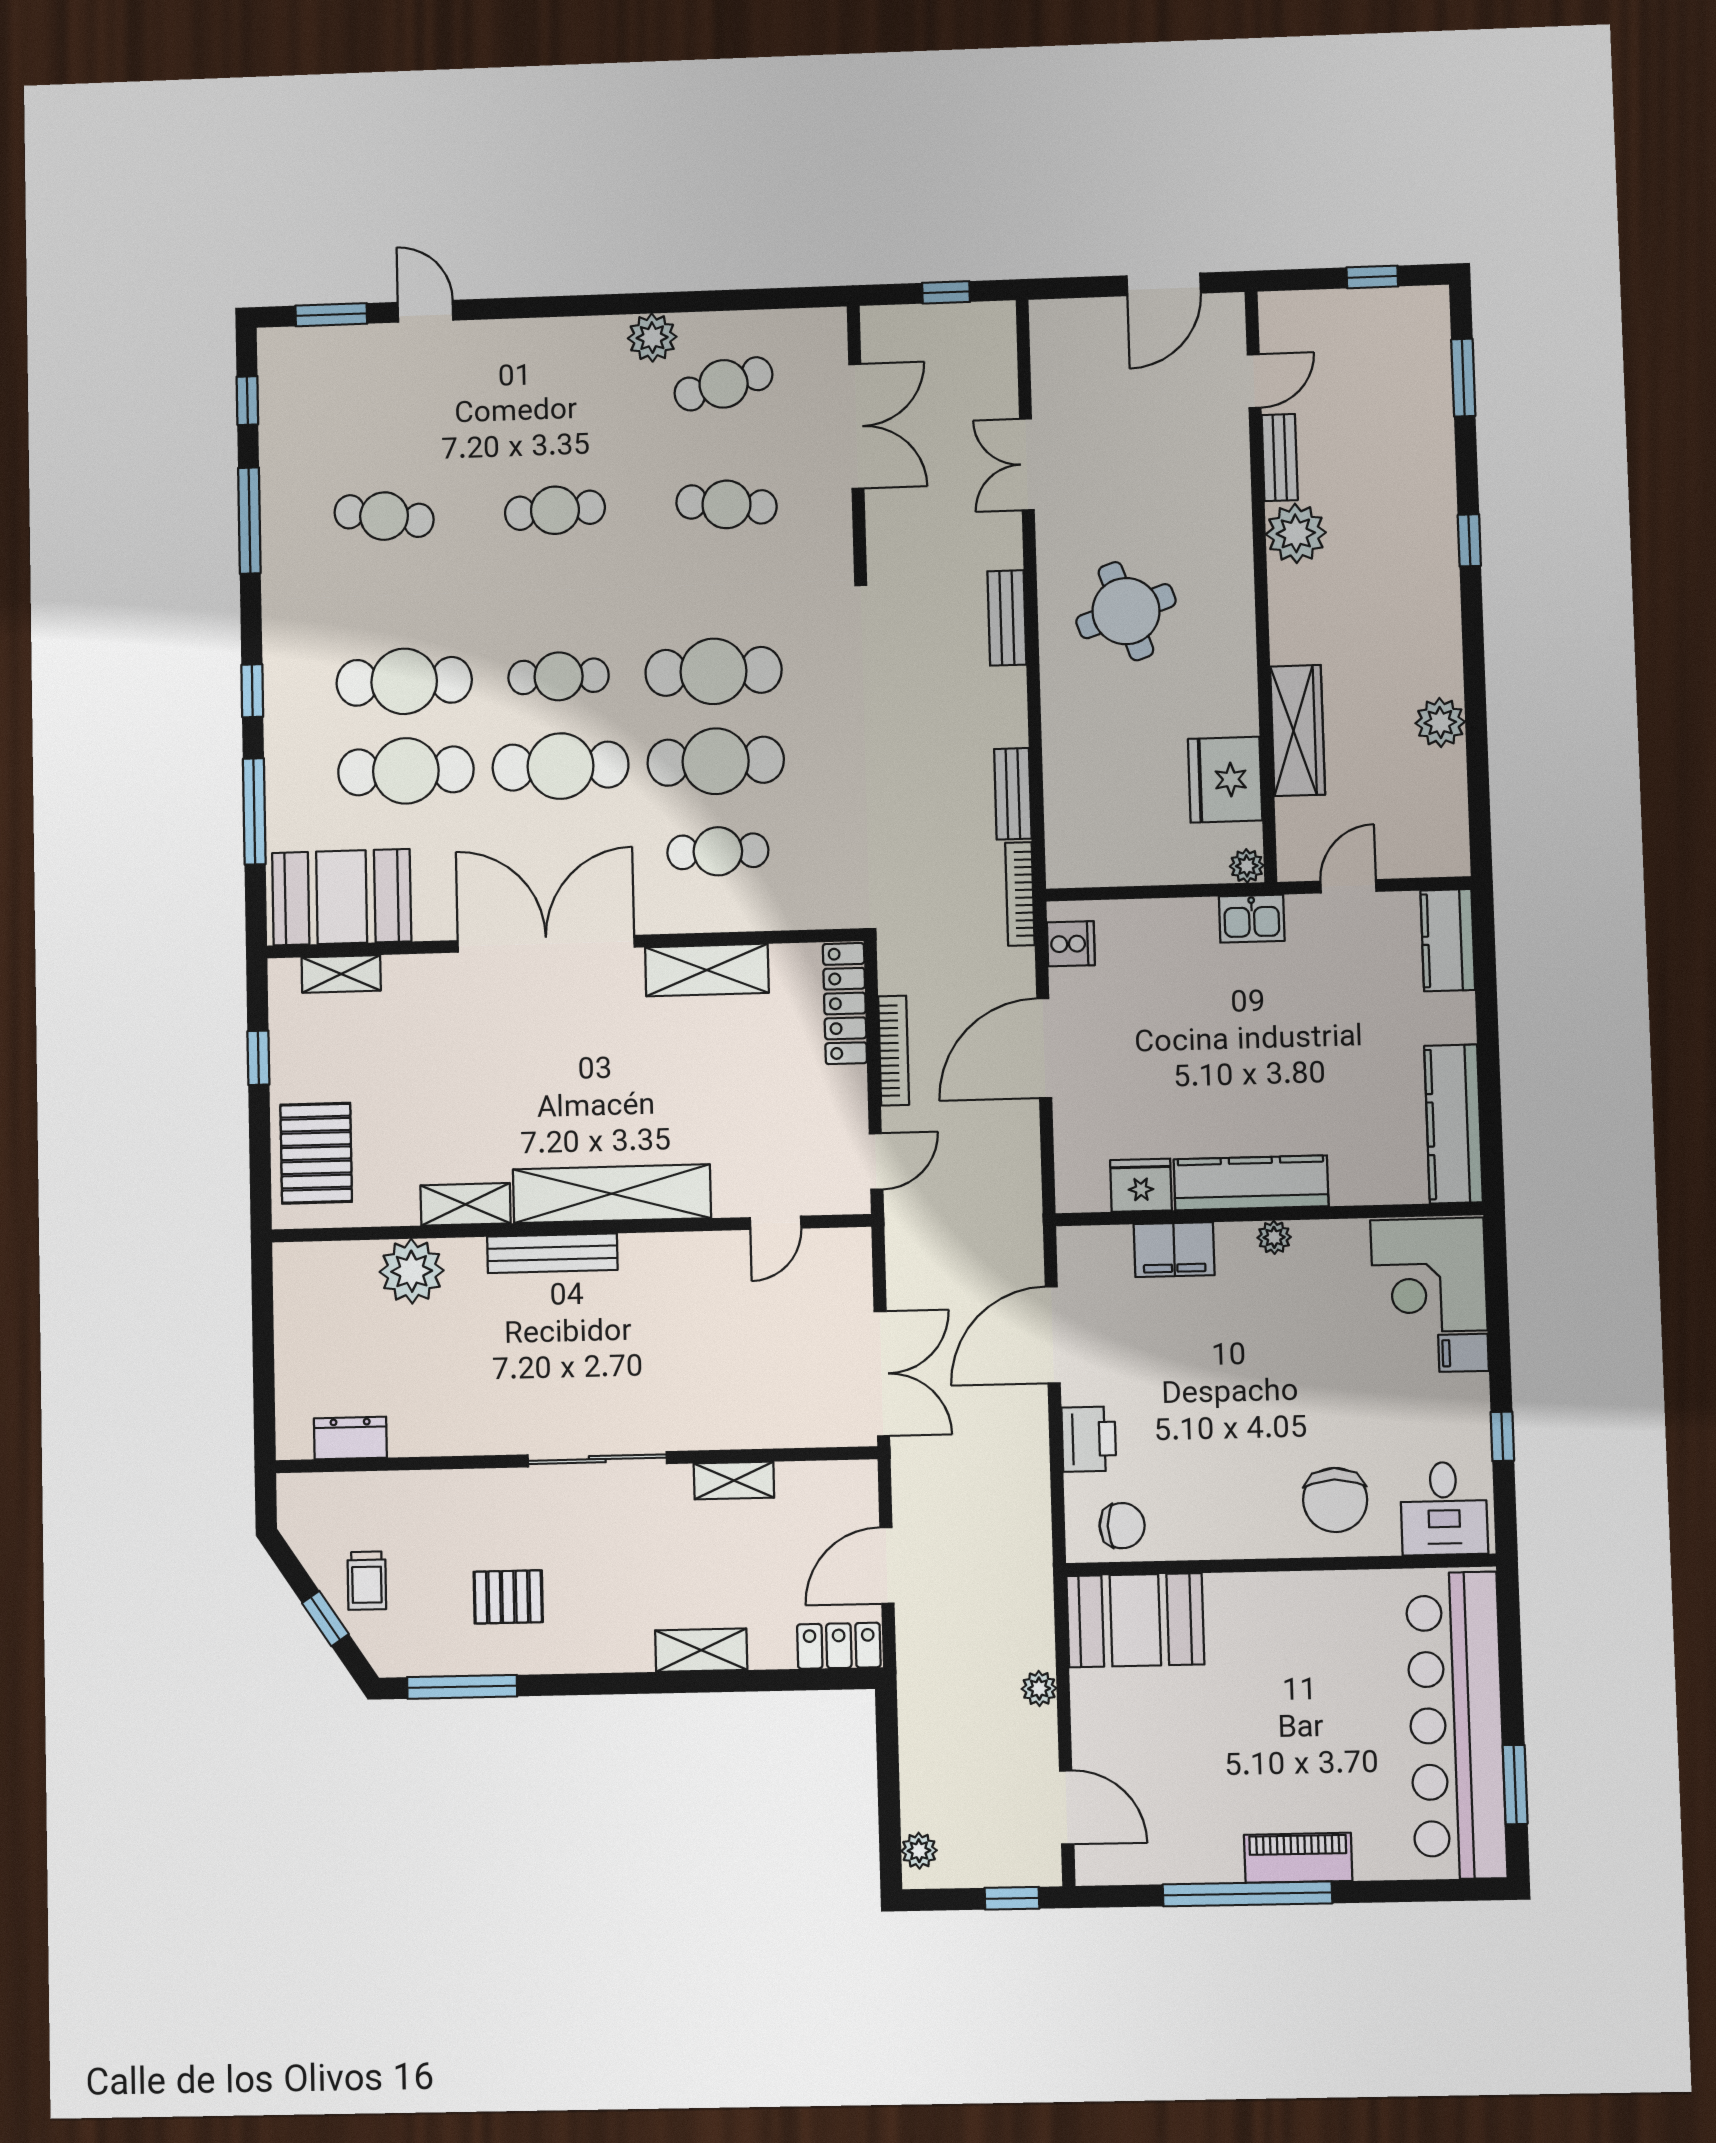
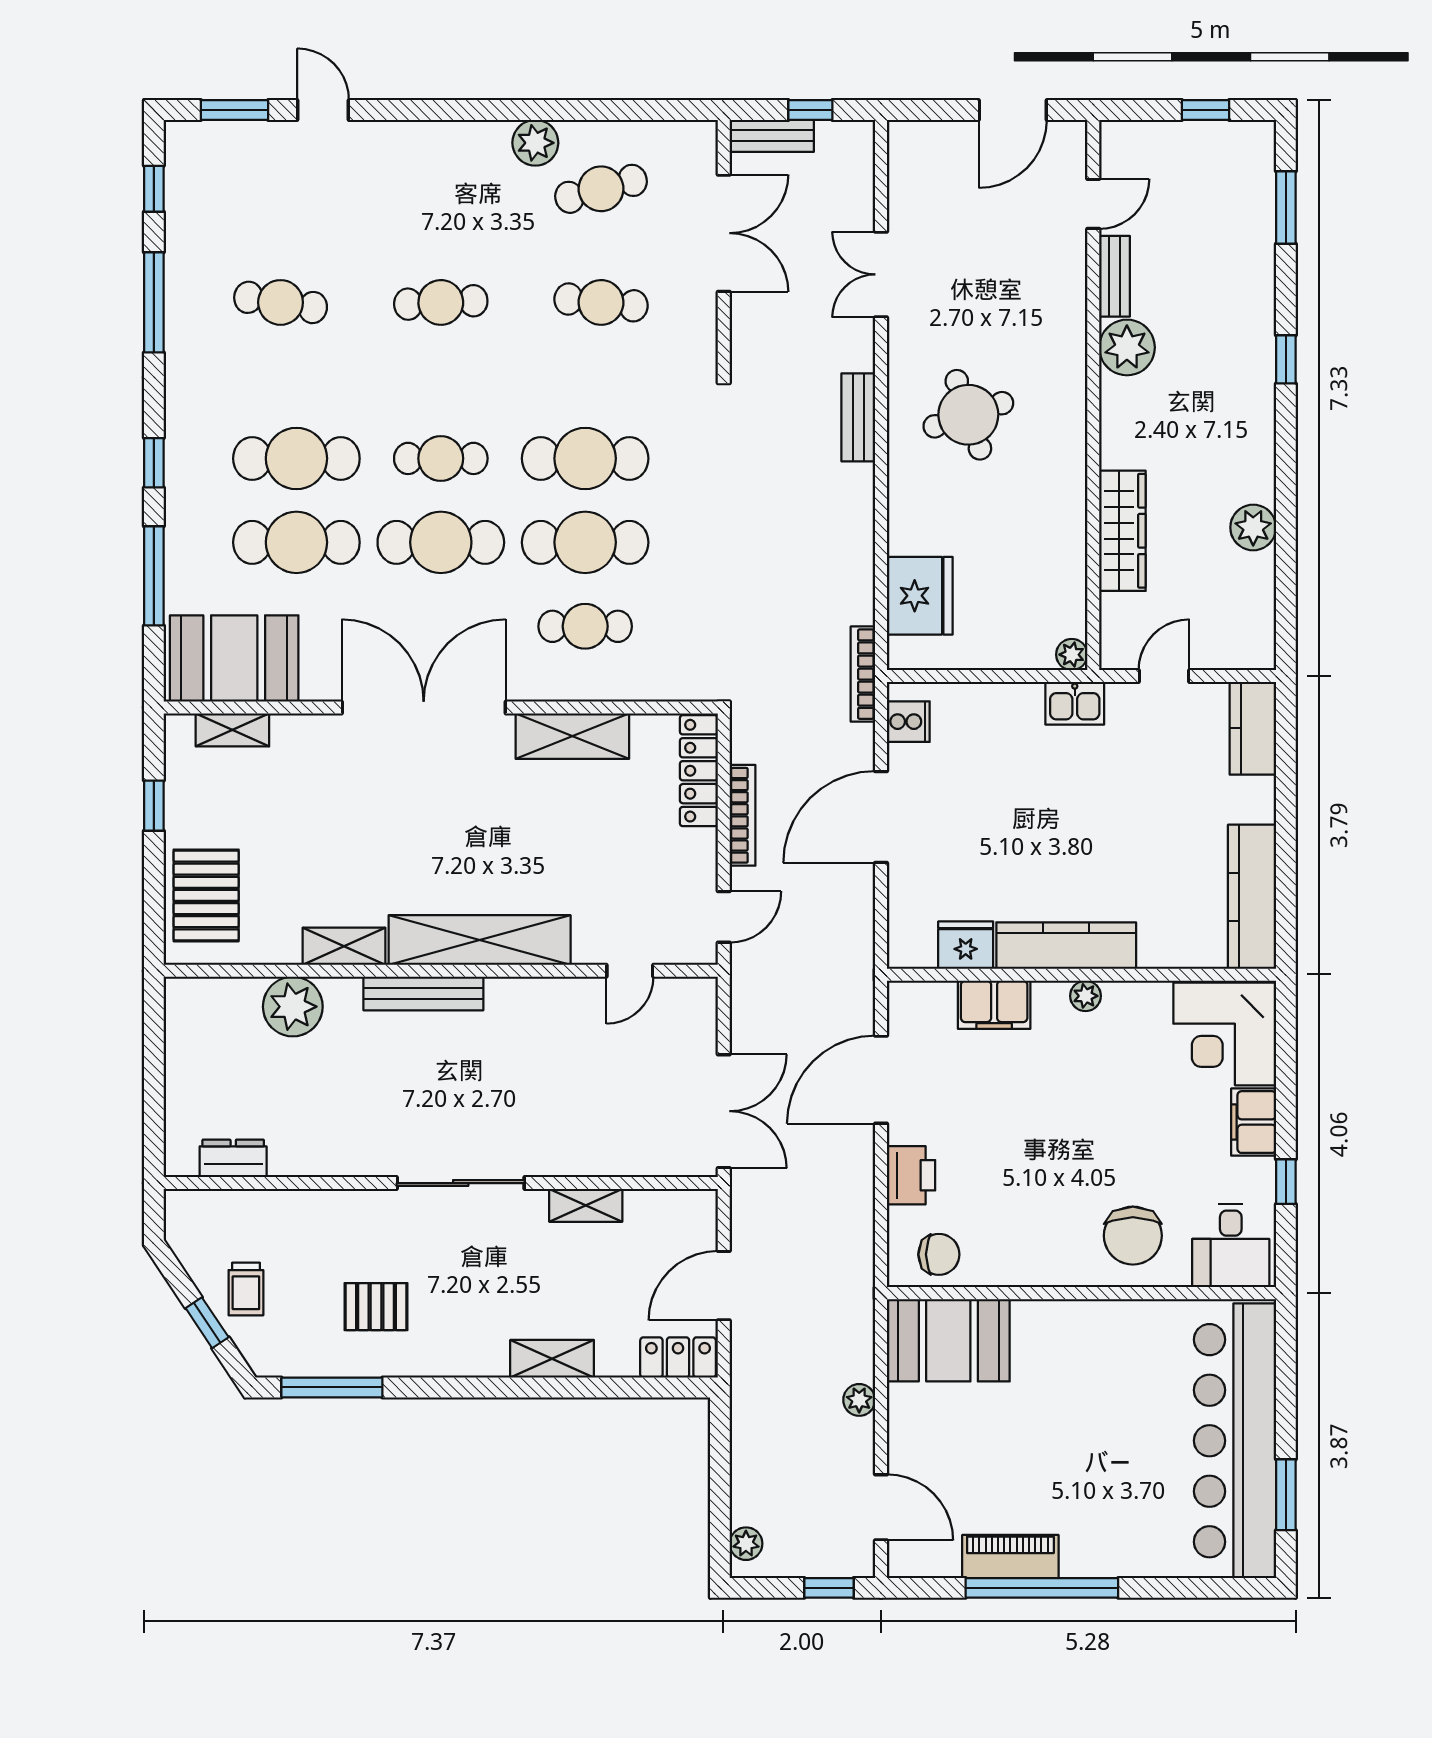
fridge: (1225, 780) -> (920, 596), moved, turned 180
bench: (1013, 794) -> (772, 136), moved, turned 90
filing cabinet: (1464, 1353) -> (1254, 1122), width x2.00
piano: (1298, 1858) -> (1010, 1557), moved

